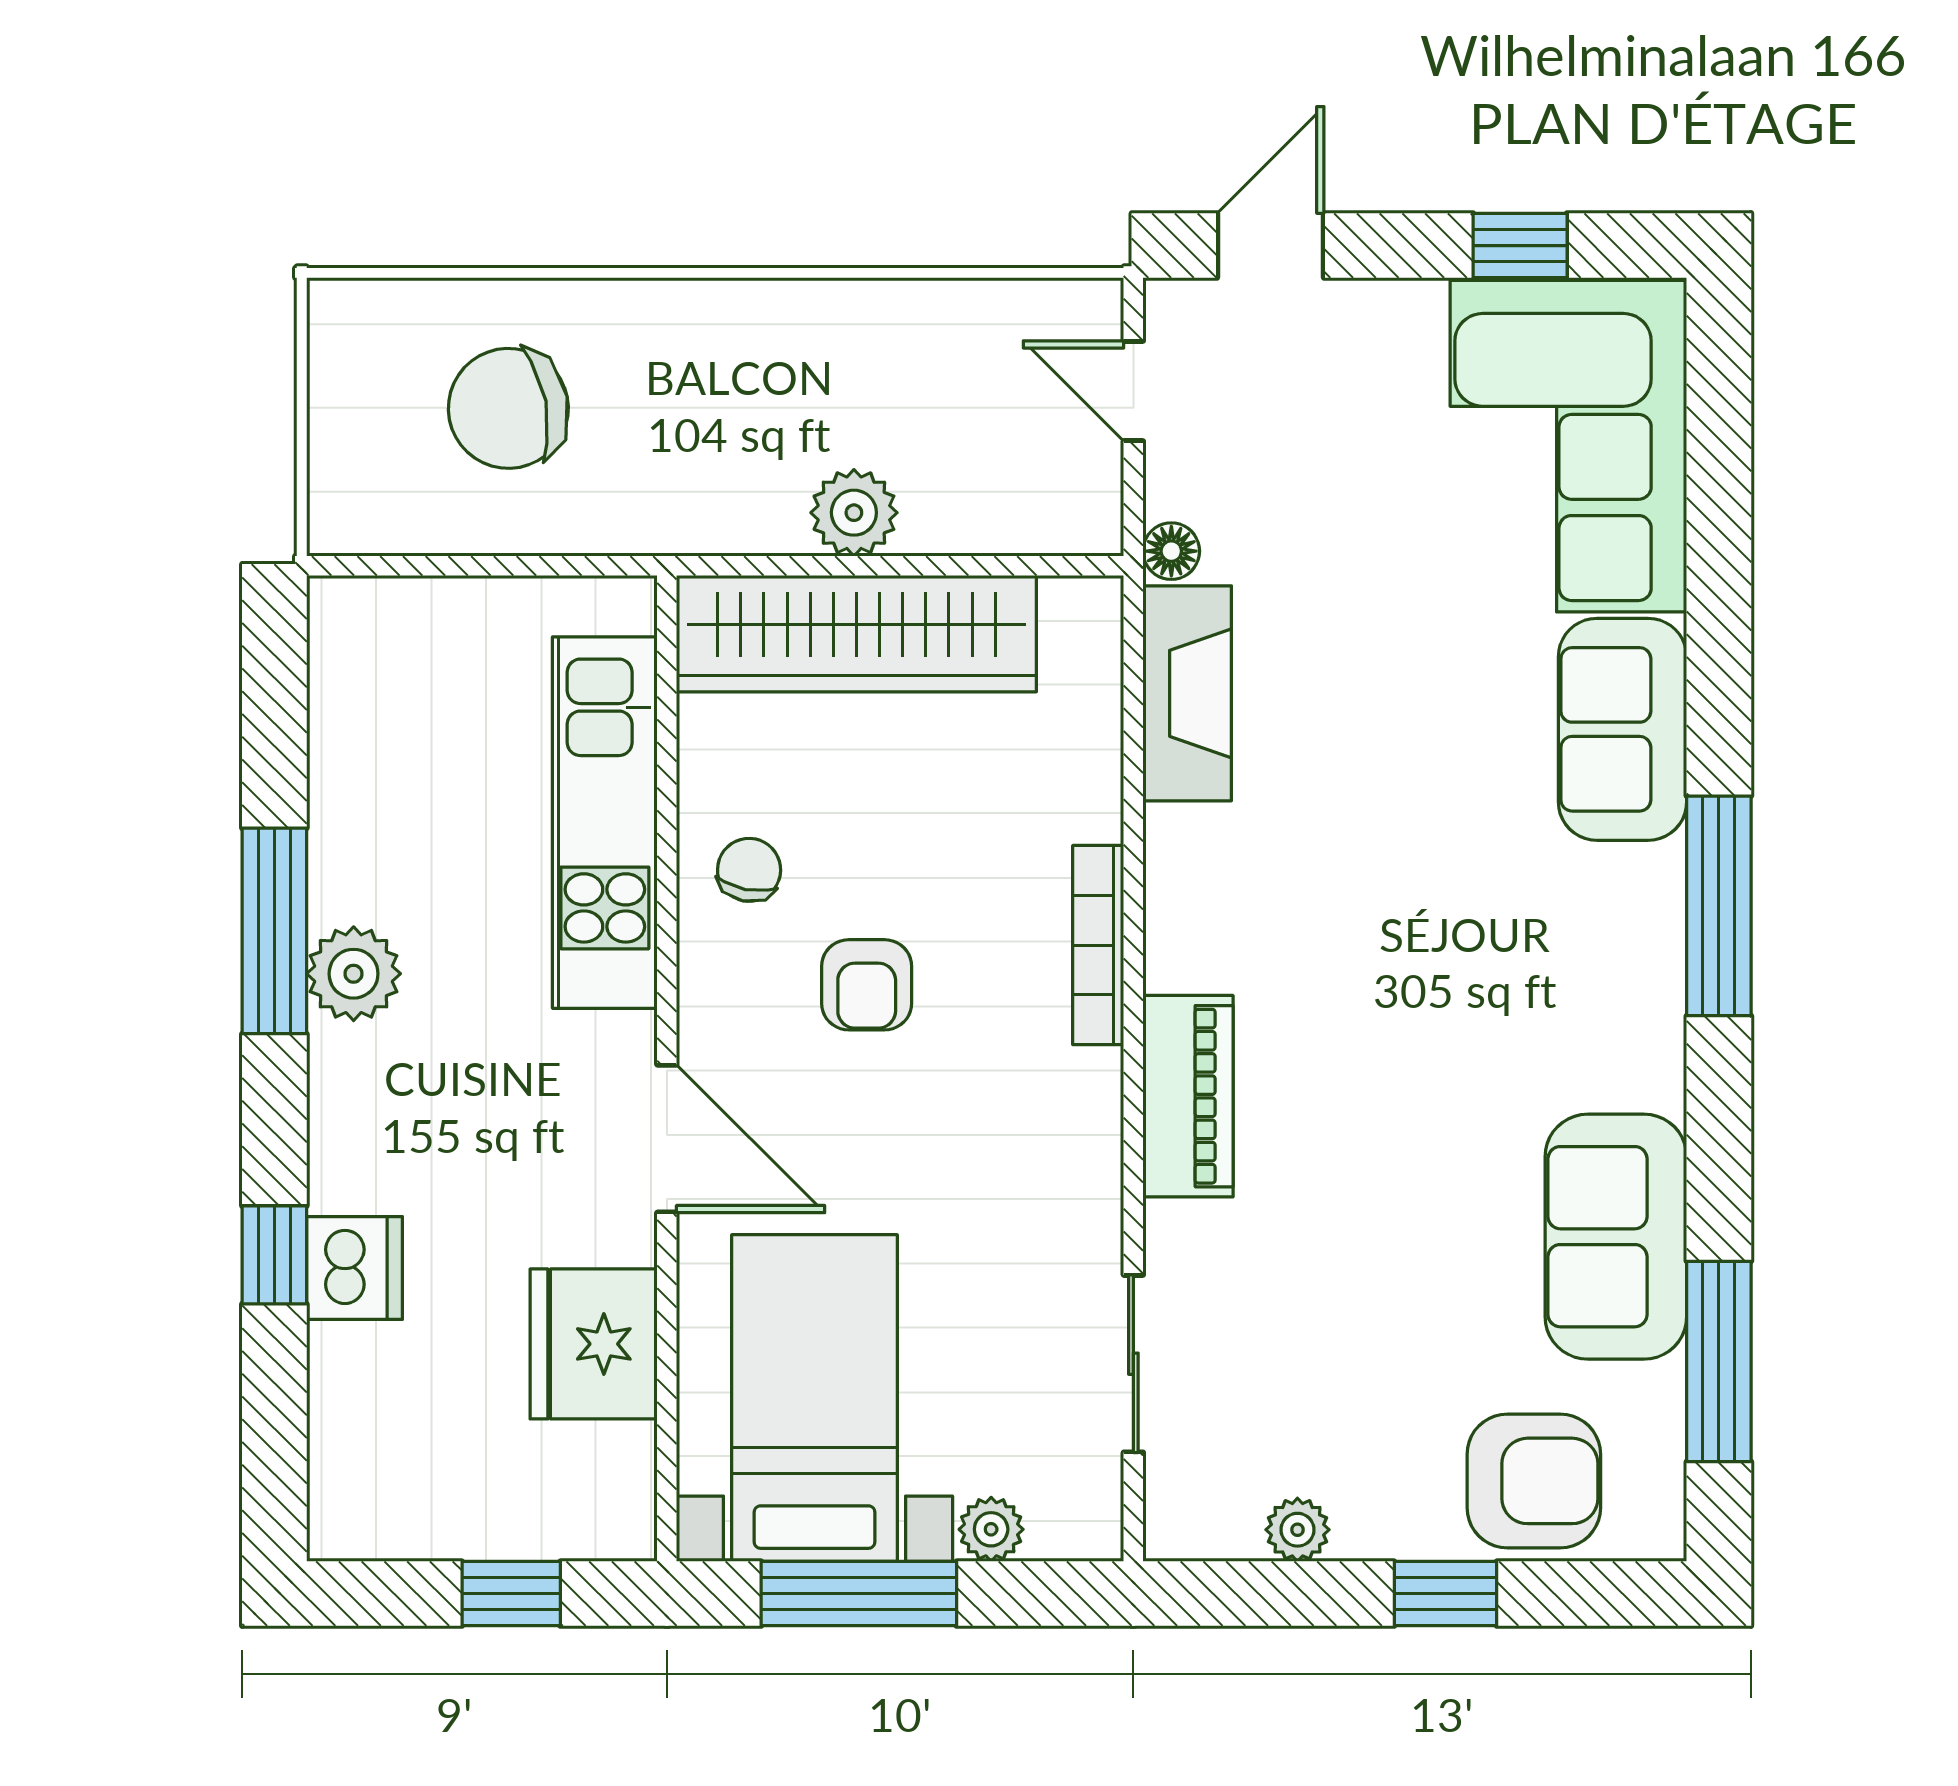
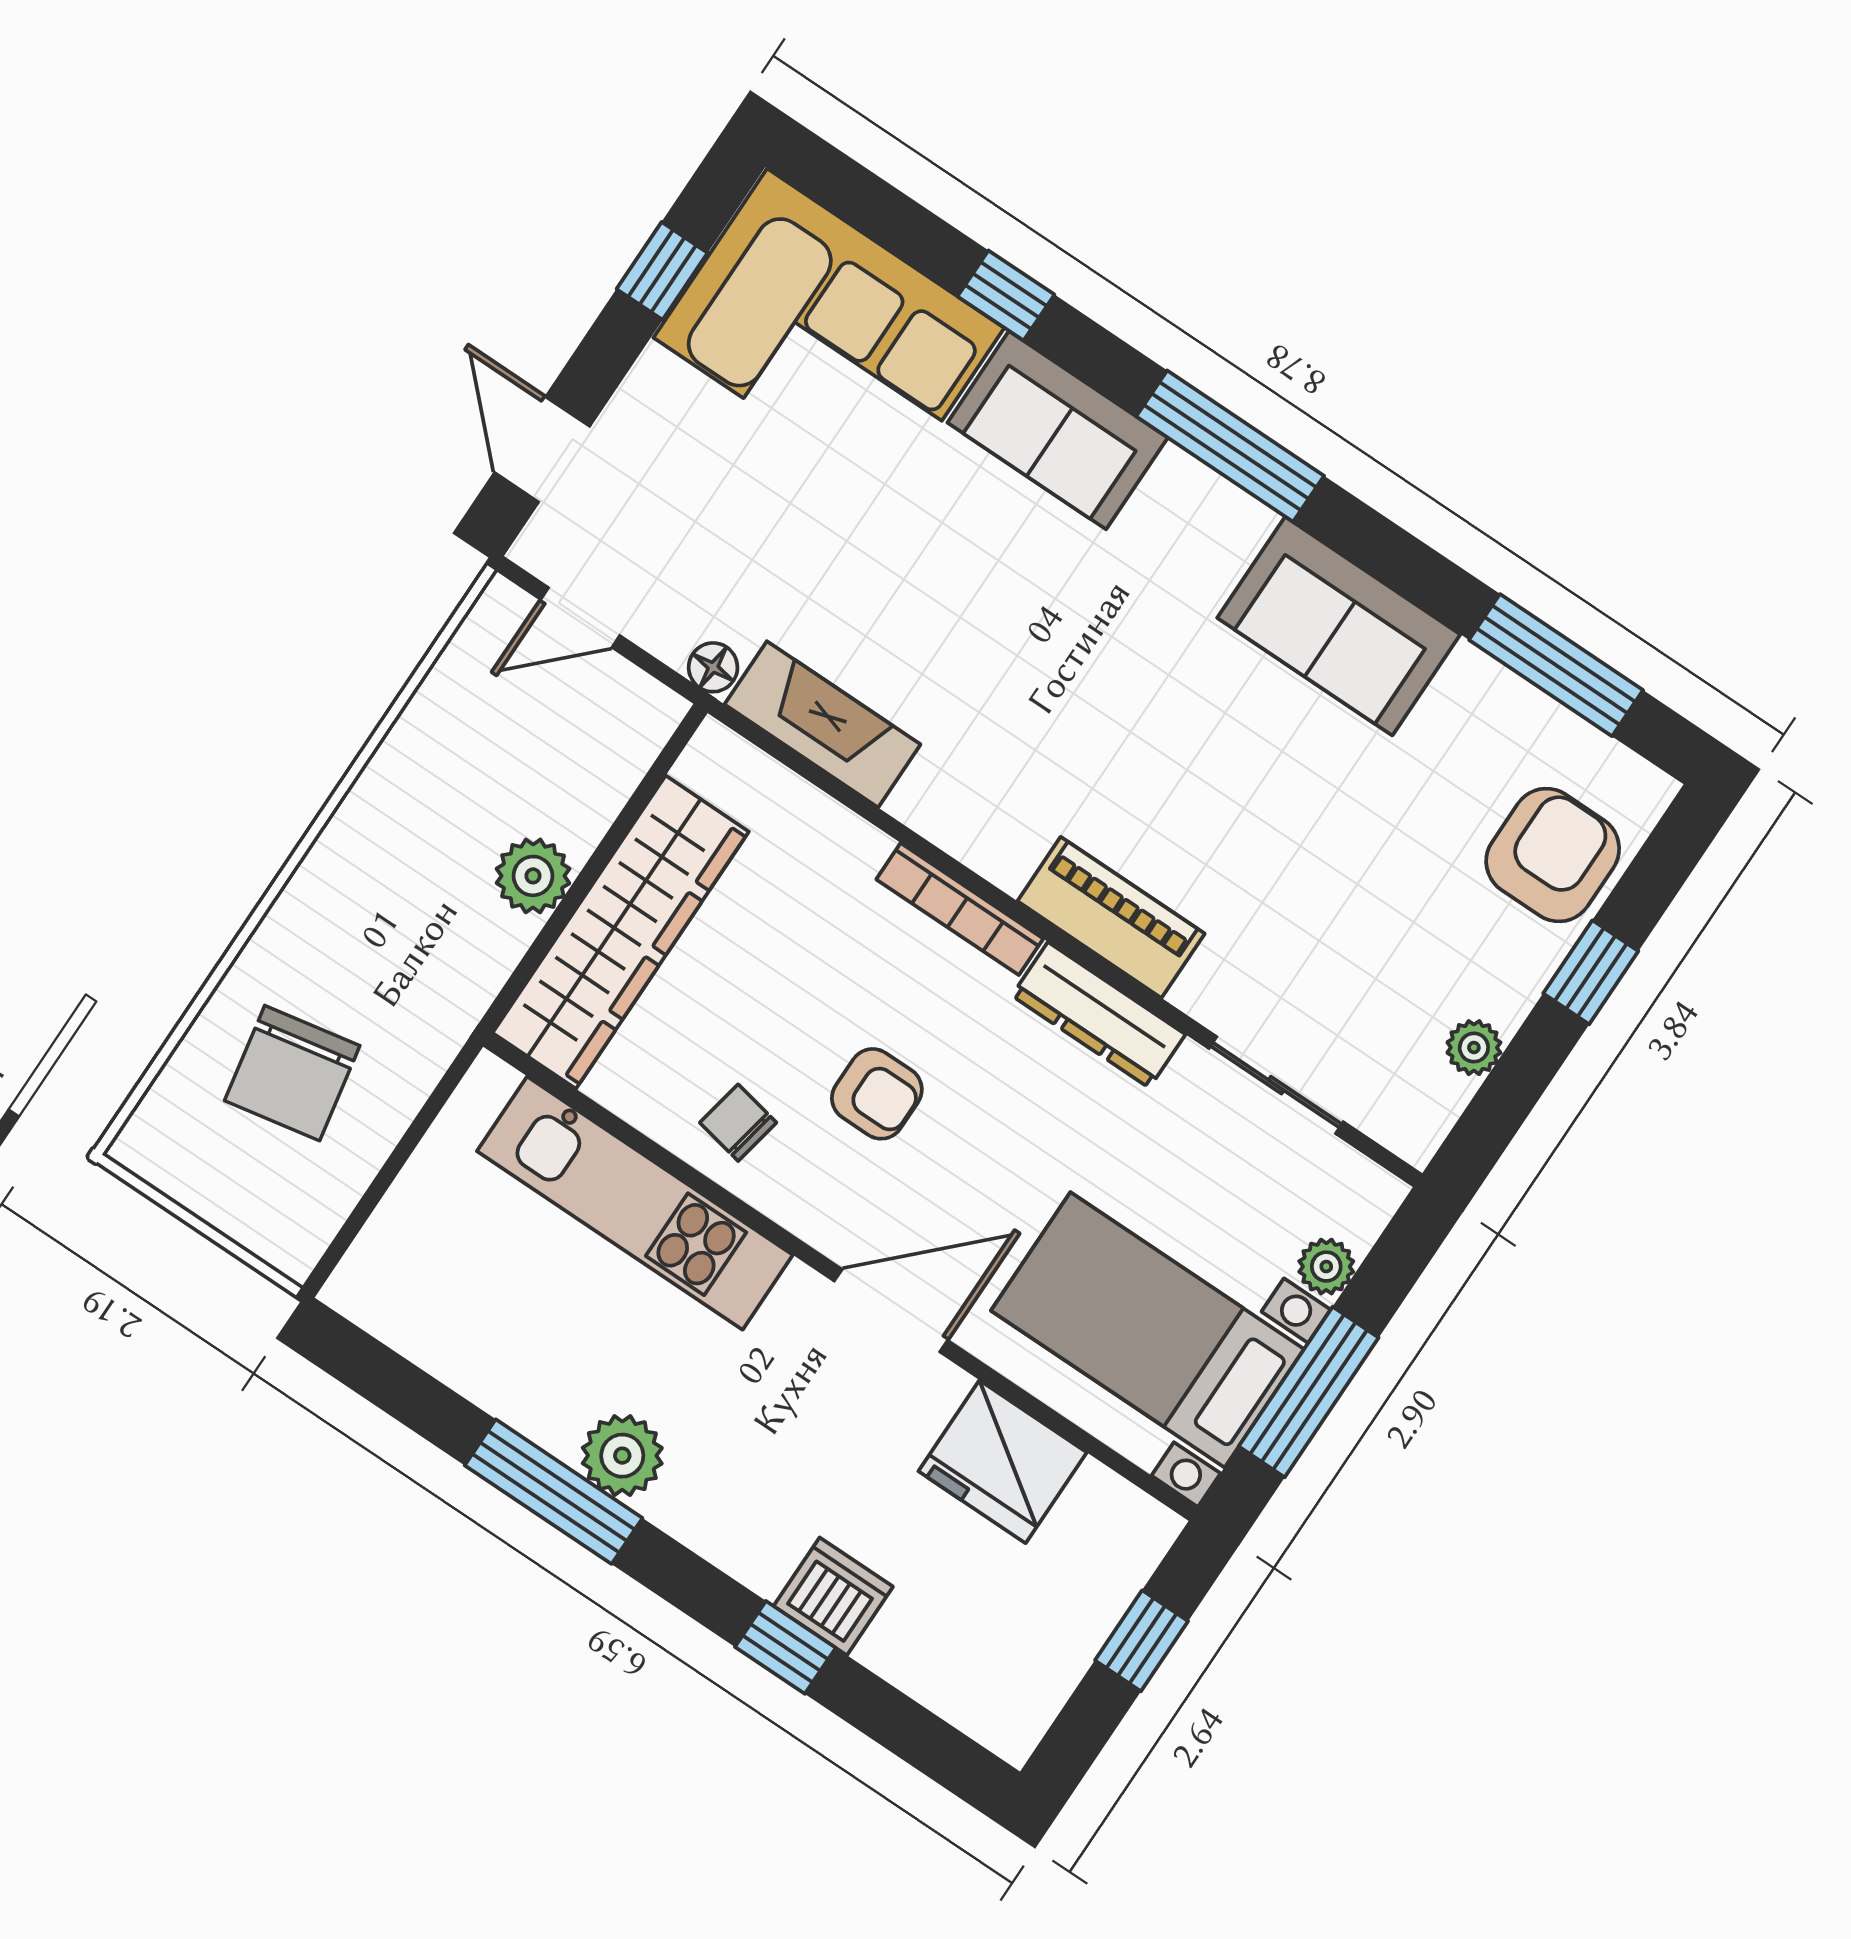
window: (1719, 593) -> (1006, 295), added
dresser: (1086, 1147) -> (1099, 1015), added
sofa: (1616, 1237) -> (1339, 626), moved

